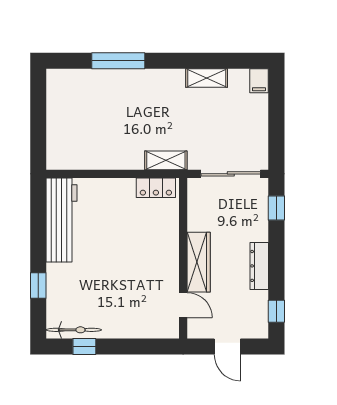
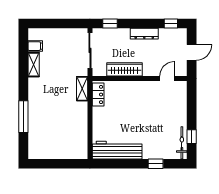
filing cabinet: (259, 81) -> (35, 46), moved
wardrobe: (199, 262) -> (124, 69), moved

